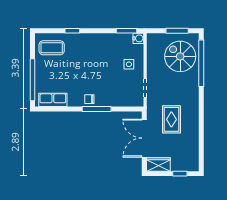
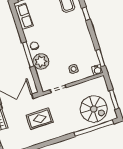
spiral stairs: (180, 56) -> (94, 109), turned 90
plant: (109, 98) -> (41, 61), added

